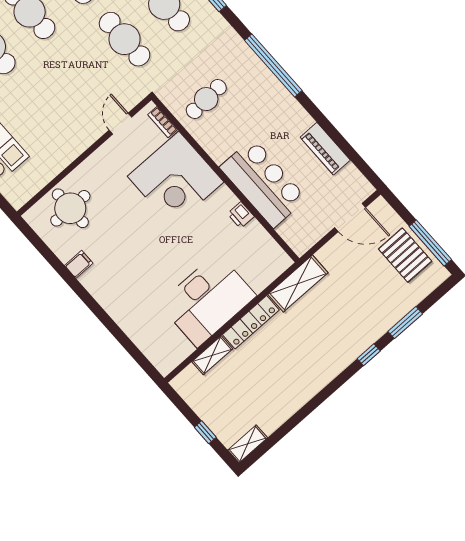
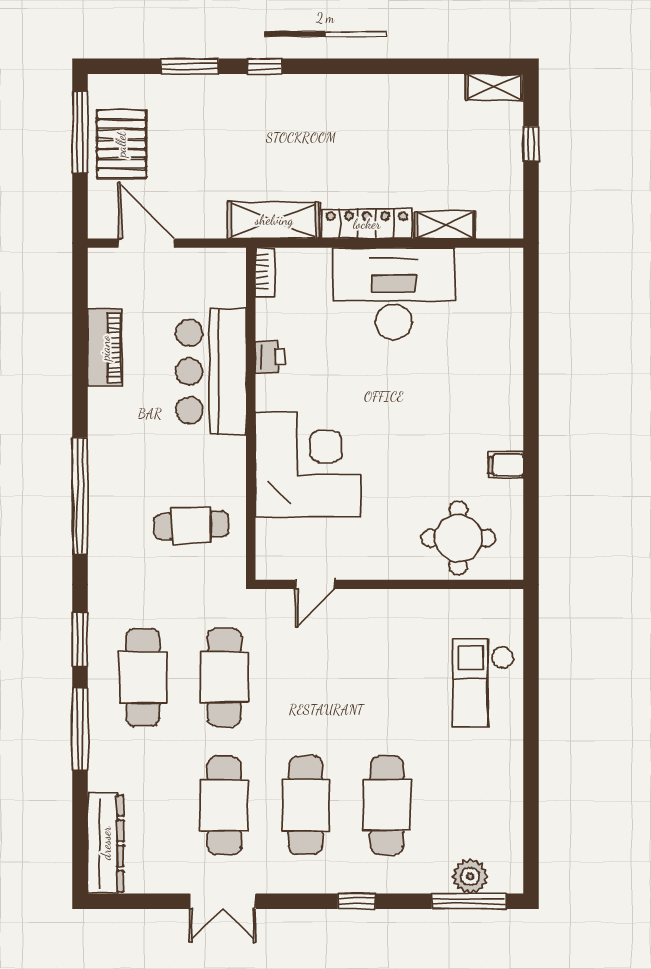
bookcase: (163, 122) -> (265, 271), moved

